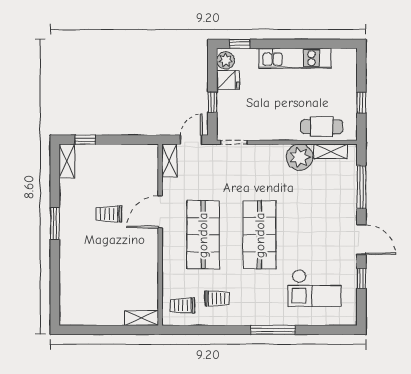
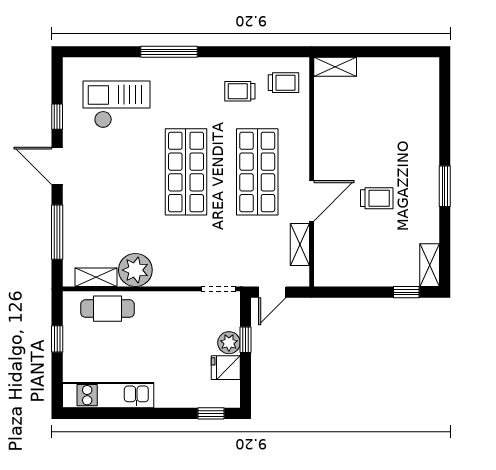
kitchen unit: (295, 58) -> (108, 395), moved
plant: (226, 60) -> (229, 343), moved
shelving: (169, 161) -> (300, 245), moved

